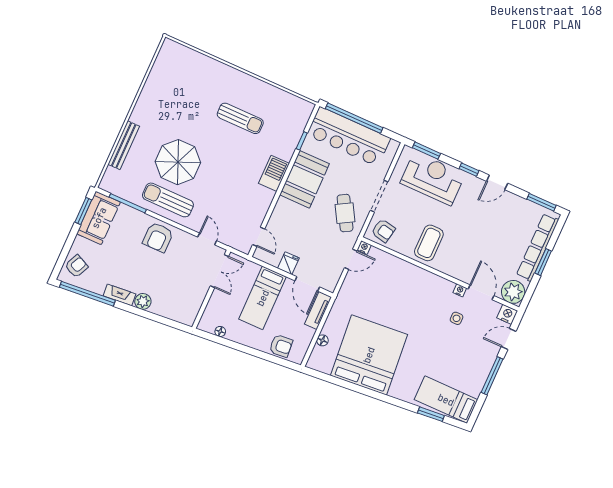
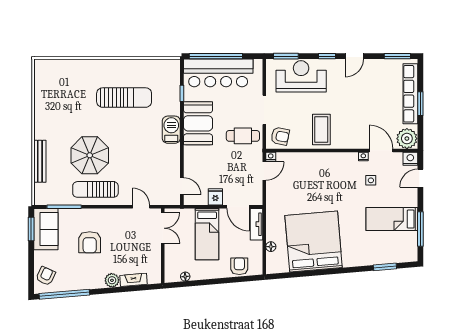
sun lounger: (240, 118) -> (124, 98), width x1.36, depth x1.34
cafe table: (345, 213) -> (243, 136), turned -60
armchair: (158, 237) -> (90, 242), moved
fireplace: (119, 295) -> (134, 280), moved
armchair: (281, 346) -> (239, 266), turned -85
window: (492, 376) -> (420, 229), moved
bed: (446, 400) -> (392, 219), moved

